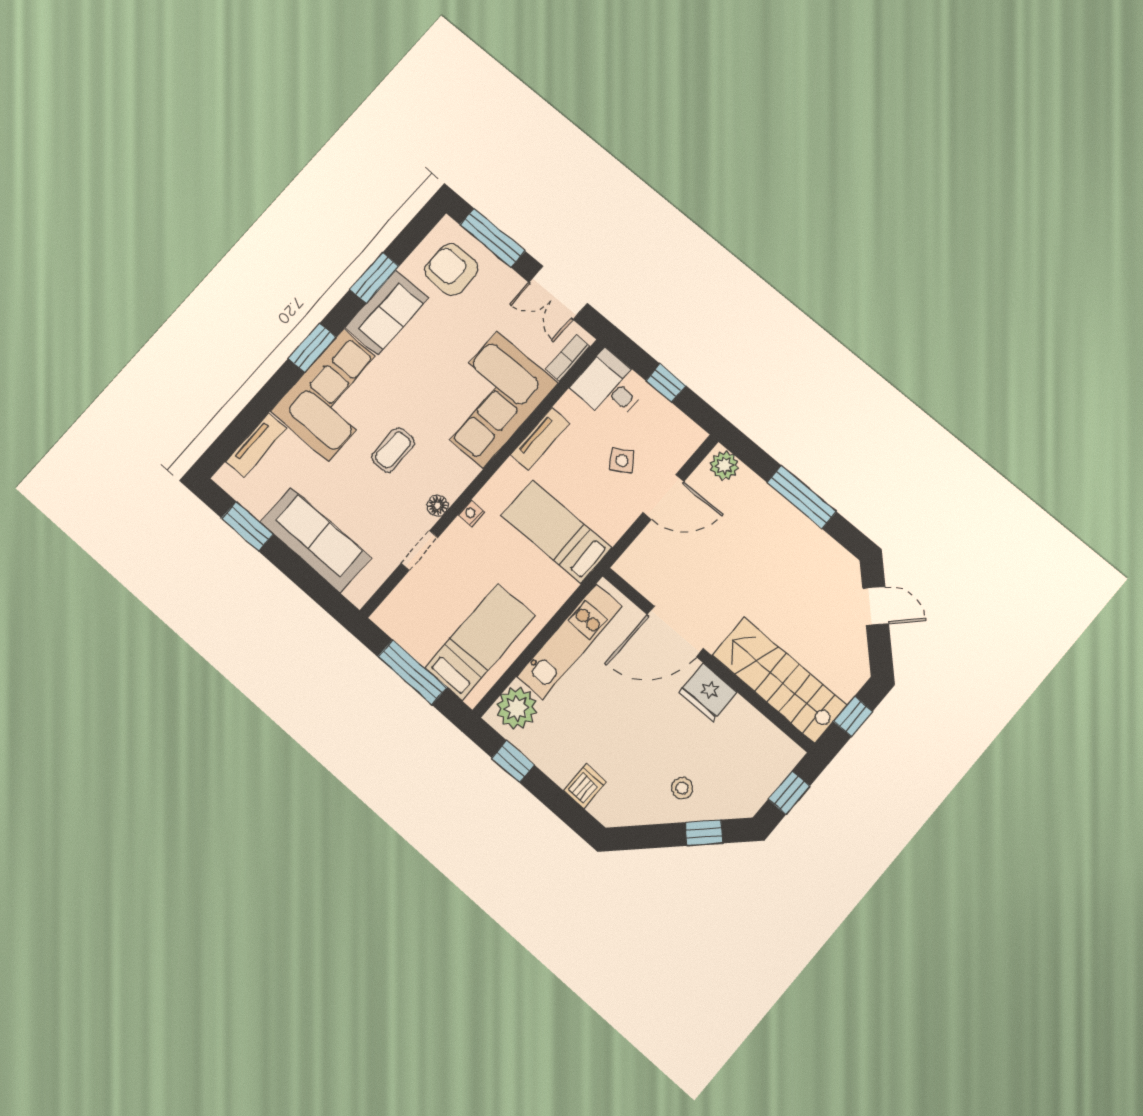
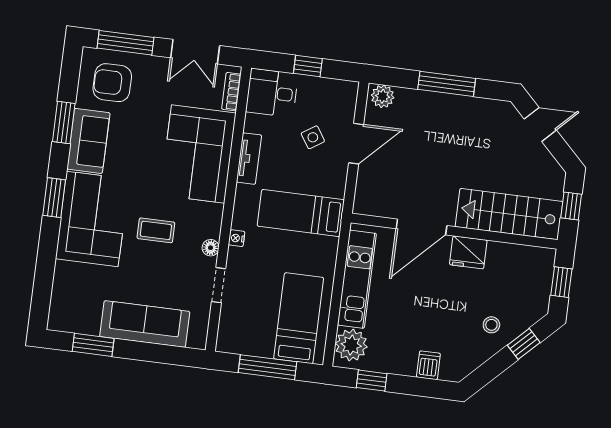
tv unit: (256, 445) -> (62, 288), removed
coffee table: (393, 450) -> (156, 230), turned 90

